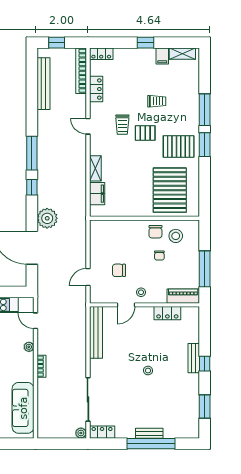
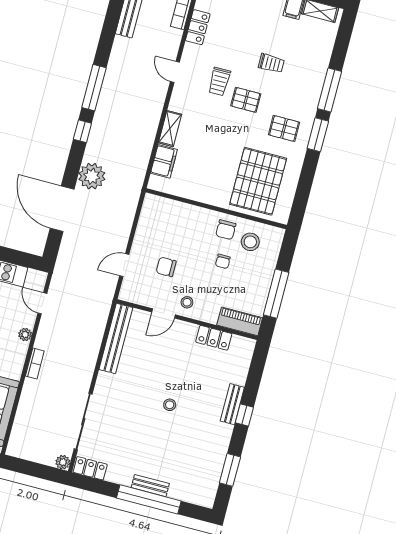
pallet: (179, 147) -> (284, 128), width x0.67, depth x0.71

